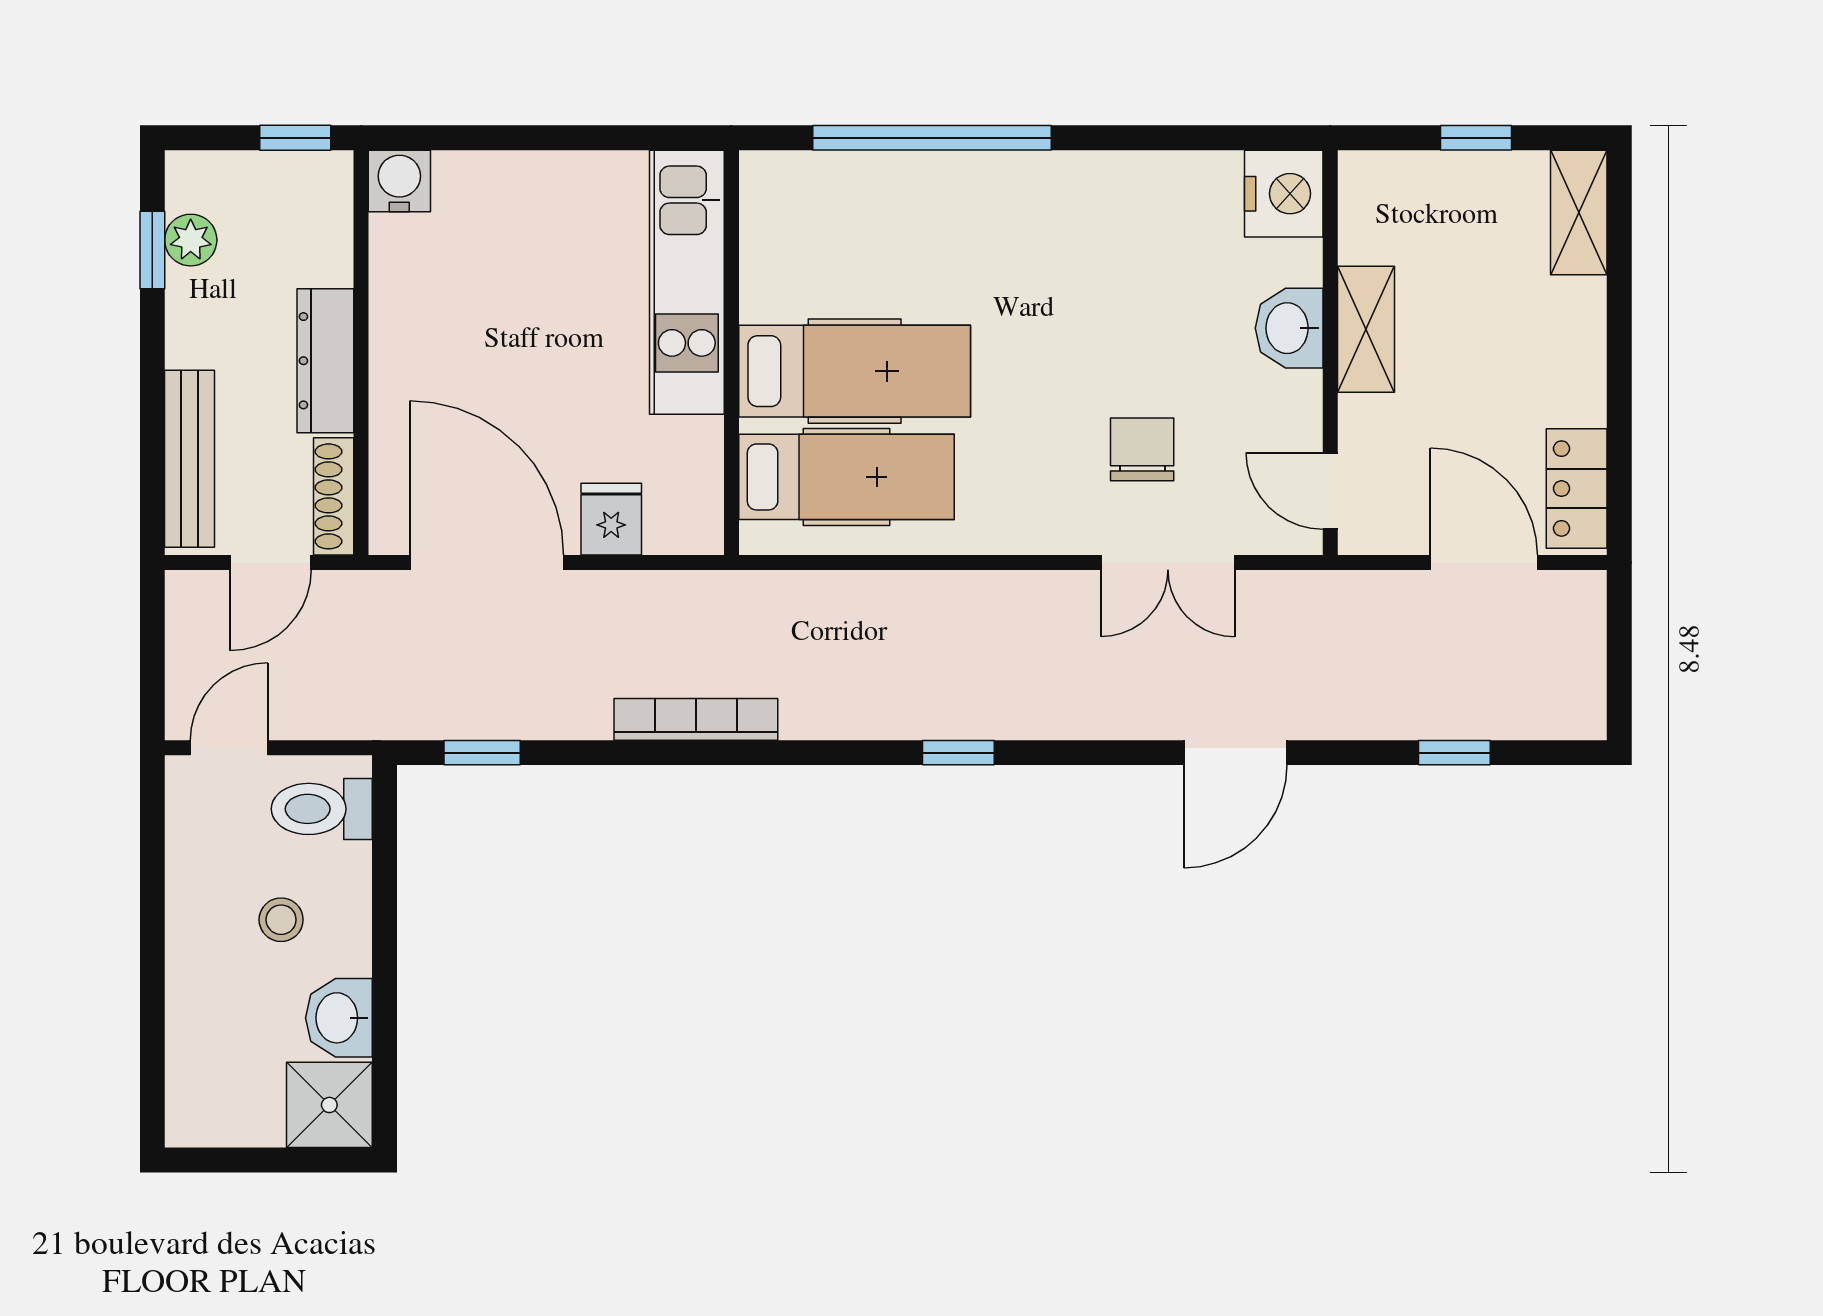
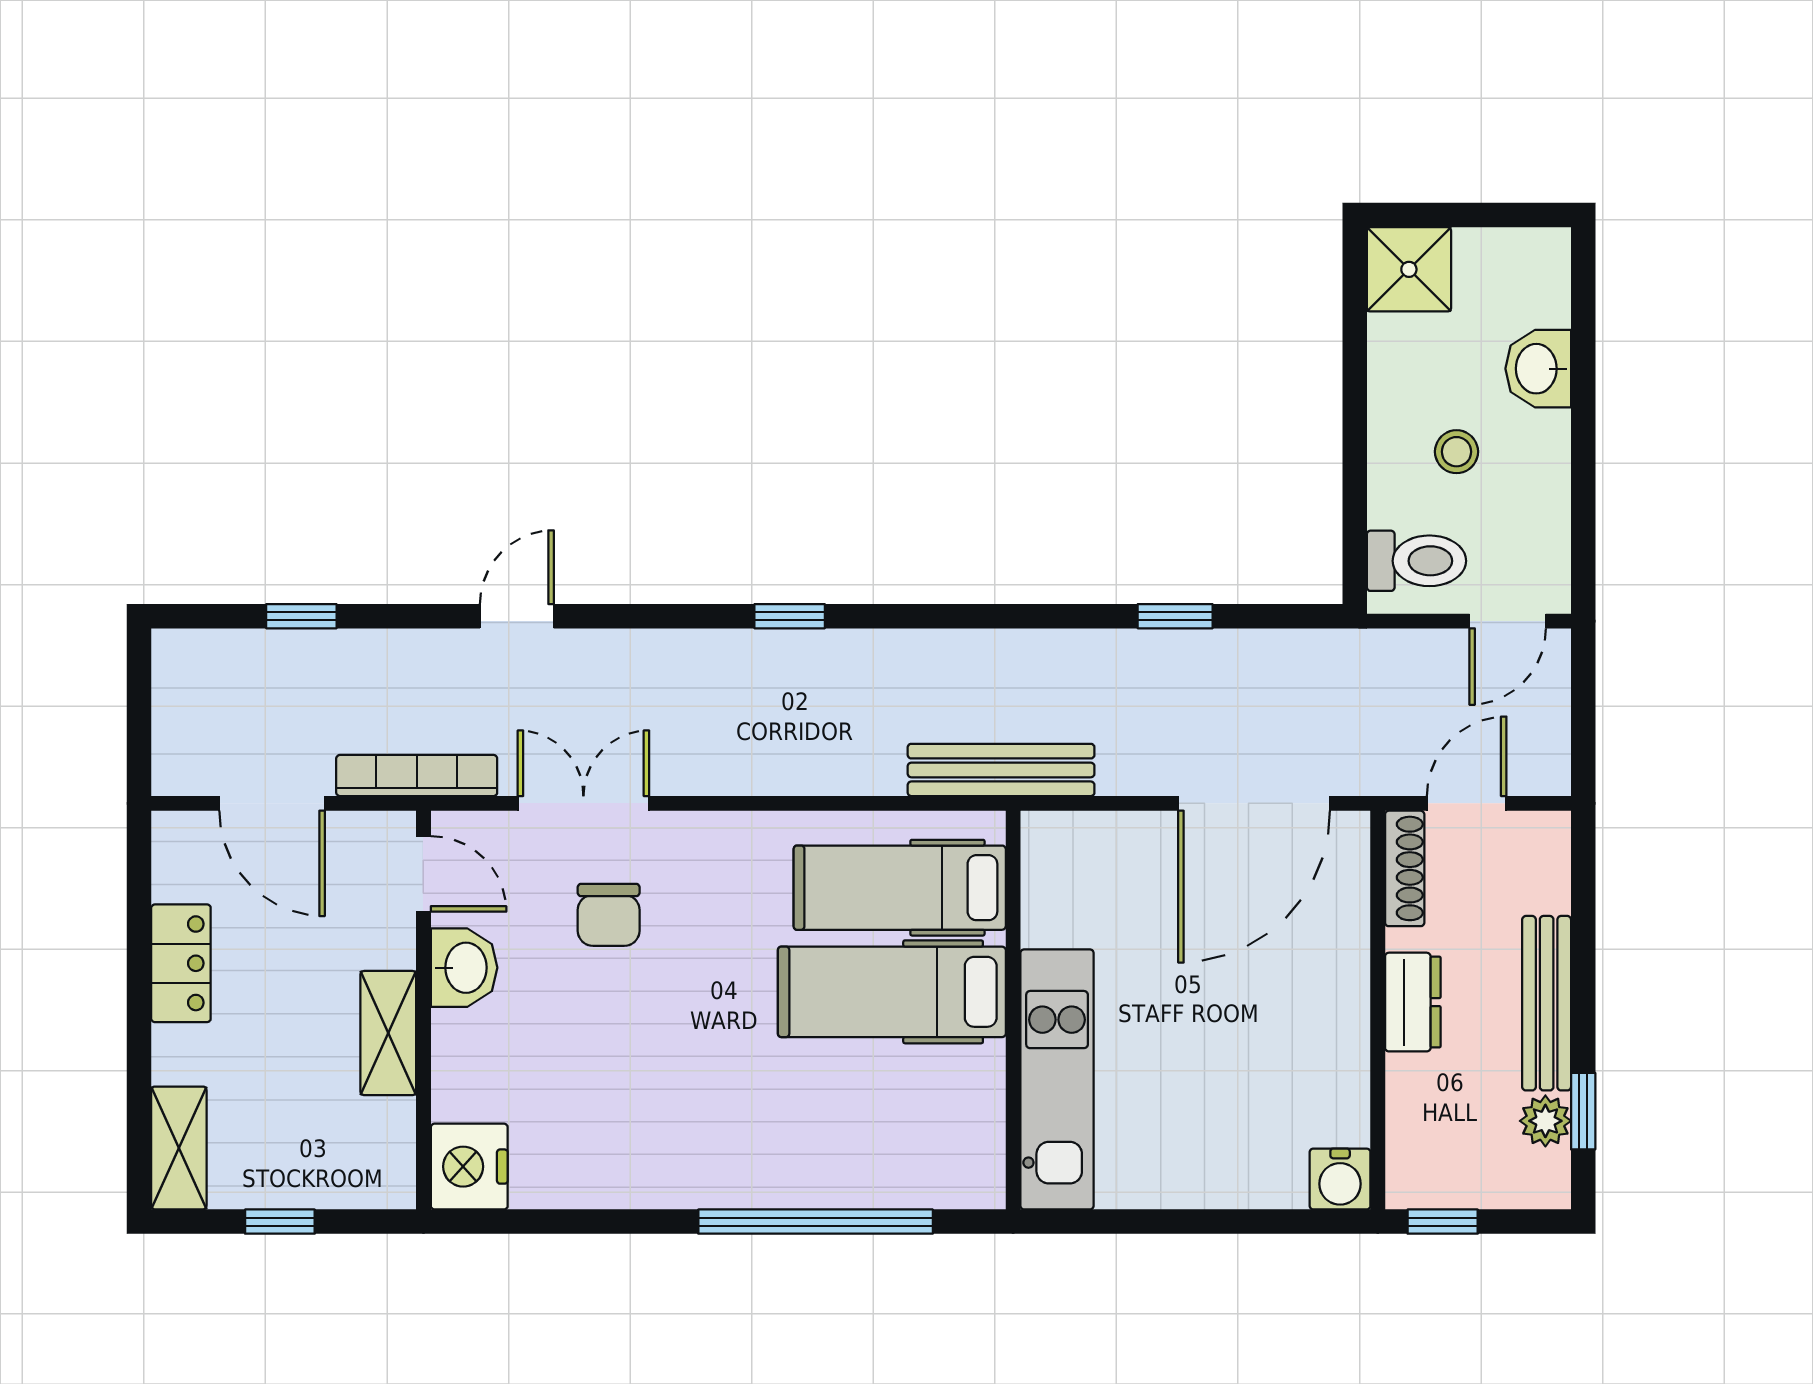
washbasin: (1289, 328) -> (464, 968), moved
dresser: (325, 361) -> (1413, 1002), width x0.70
bench: (190, 459) -> (1547, 1003), moved
locker: (1577, 489) -> (181, 963), moved
fridge: (611, 519) -> (1131, 846), removed
door: (487, 563) -> (1254, 803), hinge flipped
bench: (744, 596) -> (1001, 770), added
bookcase: (696, 719) -> (417, 776), moved, turned 180
window: (482, 753) -> (1175, 616), moved
door: (1235, 753) -> (517, 616), width x0.73
washbasin: (339, 1018) -> (1538, 369), moved, turned 180

